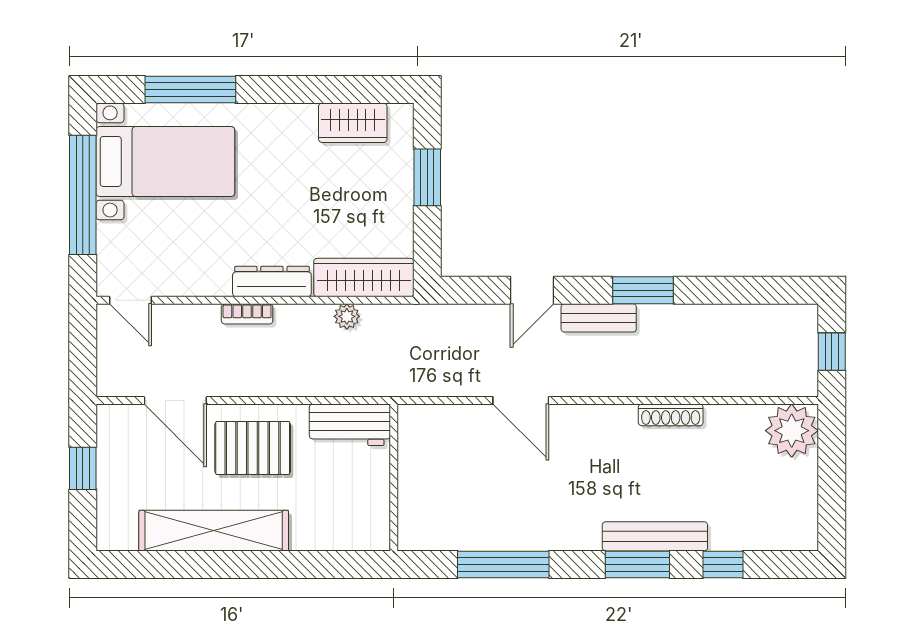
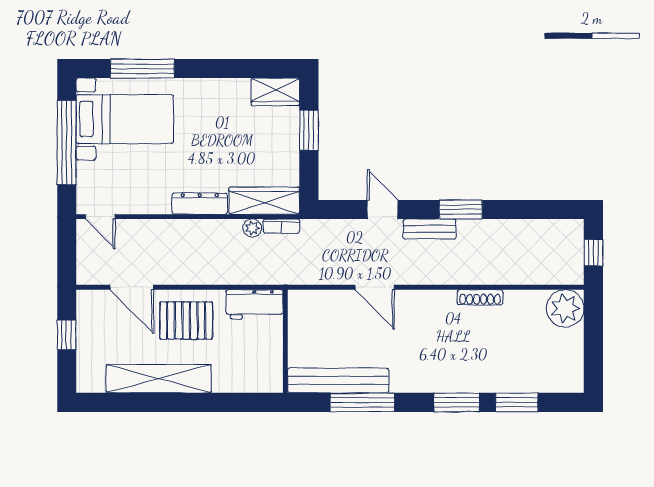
wardrobe: (353, 123) -> (275, 92), moved
door: (532, 290) -> (383, 210), swing flipped
bookcase: (247, 314) -> (281, 226), moved
bench: (655, 536) -> (338, 380), moved, width x1.37, depth x1.21
window: (723, 564) -> (517, 402), width x1.50

